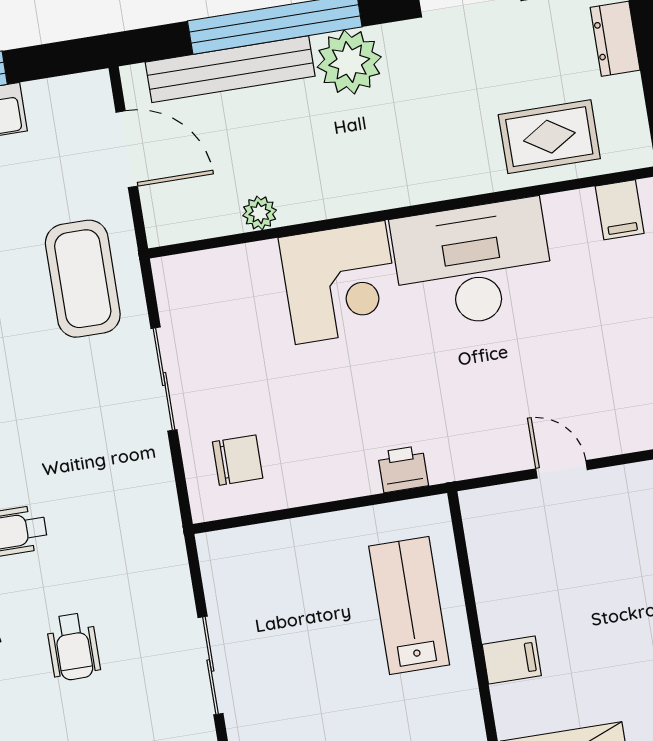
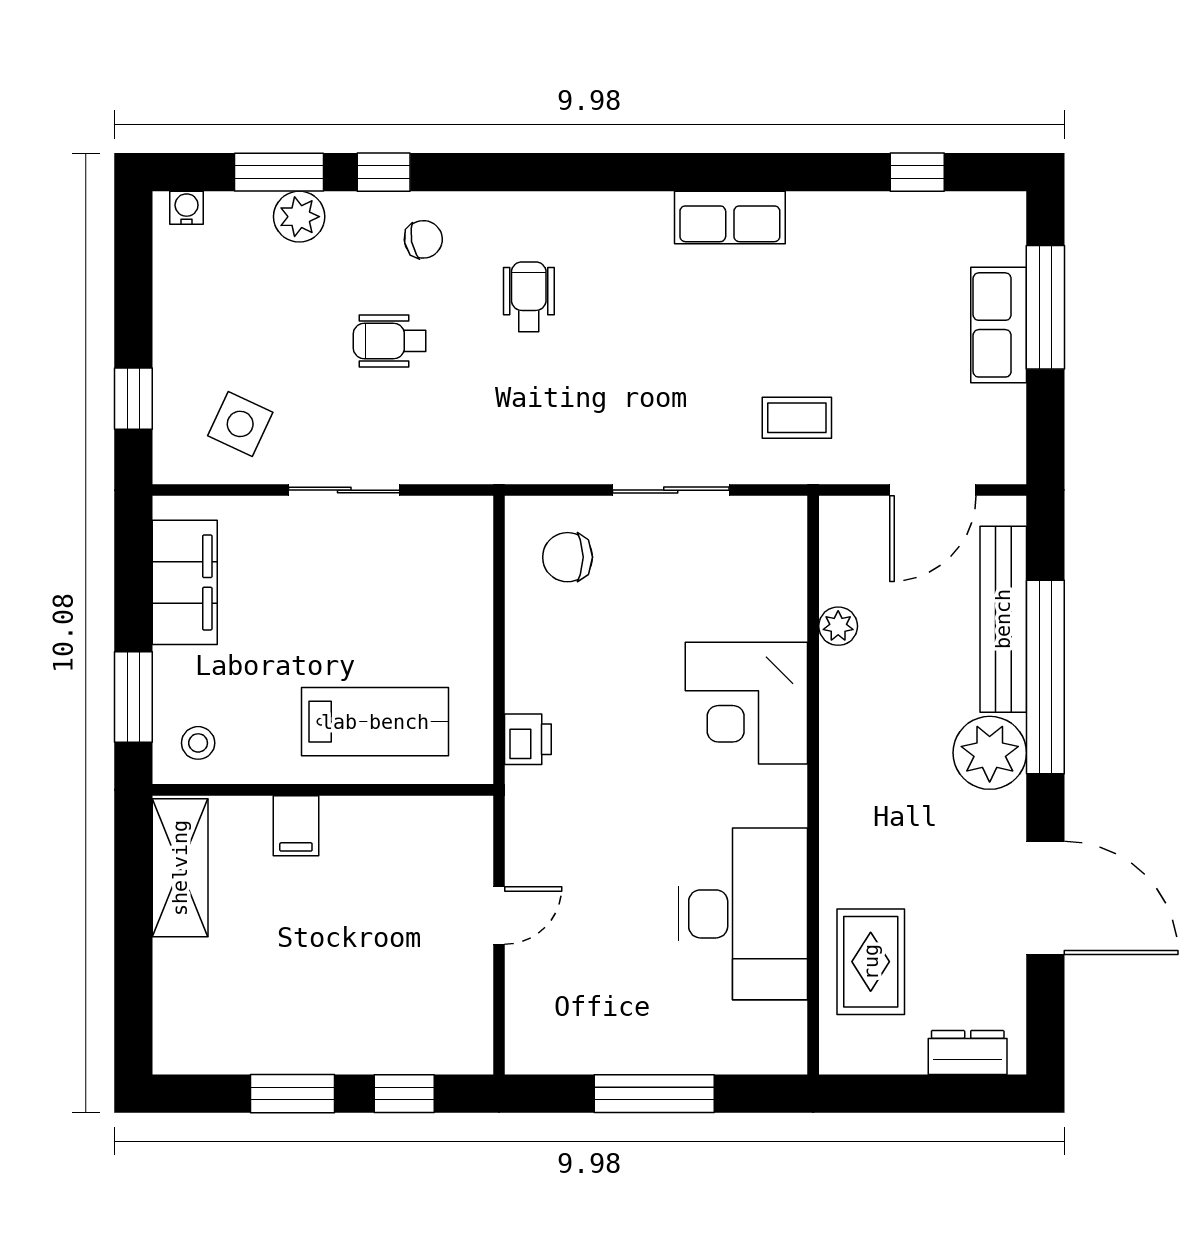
filing cabinet: (620, 210) -> (777, 1027), removed
desk: (473, 264) -> (743, 914), moved
coffee table: (83, 279) -> (797, 418), width x0.54, depth x0.58
chair: (238, 460) -> (568, 557), turned 90

